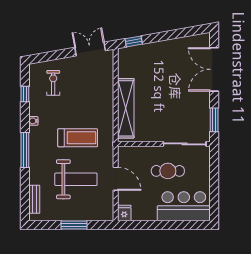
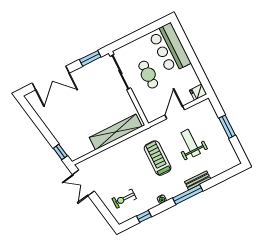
weight bench: (76, 179) -> (191, 143), width x0.73, depth x0.75
bench: (34, 199) -> (198, 180), moved

